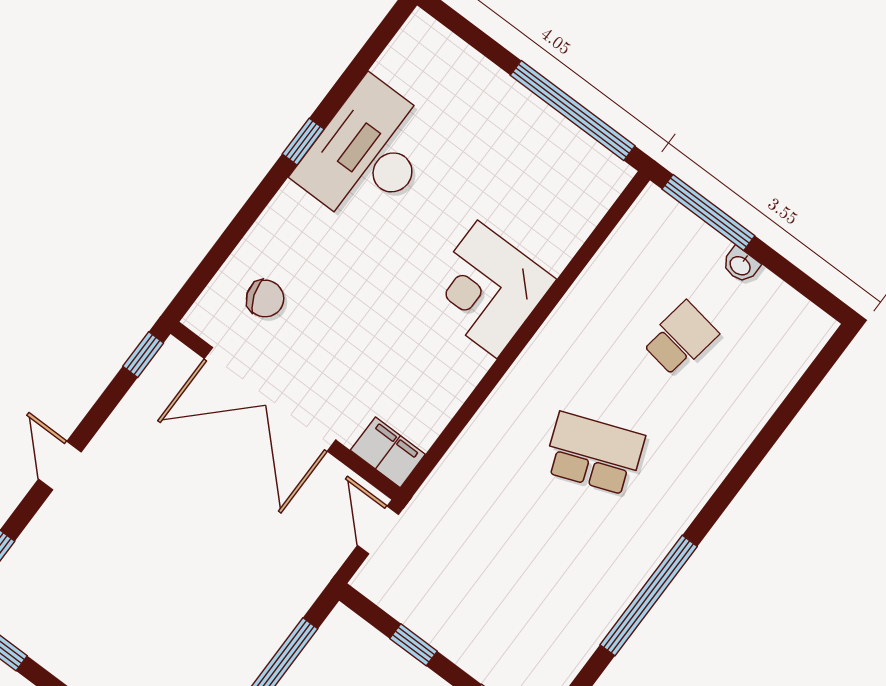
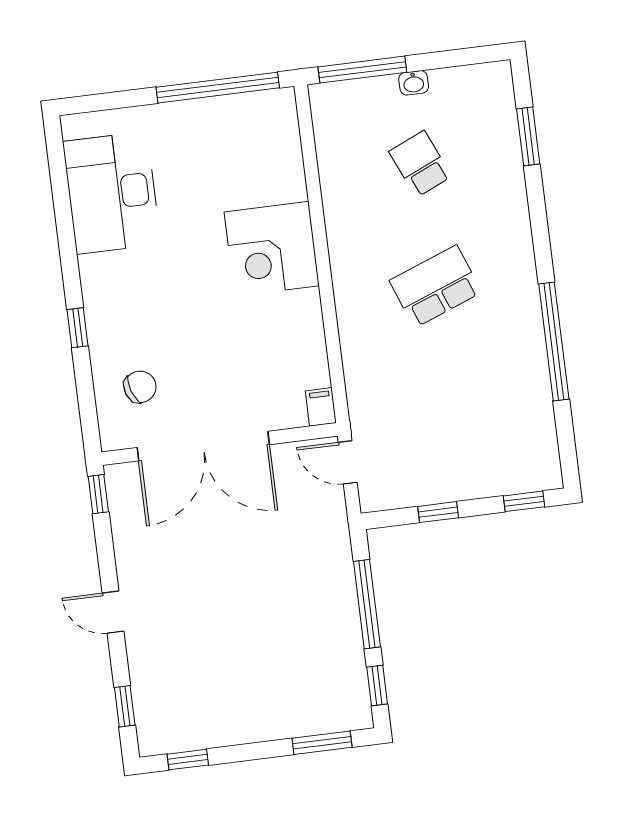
window: (303, 142) -> (78, 328), moved
desk: (368, 154) -> (112, 193), moved
school desk: (681, 338) -> (420, 164), turned -33
window: (793, 403) -> (528, 136), added
filing cabinet: (388, 452) -> (321, 407), width x0.50

